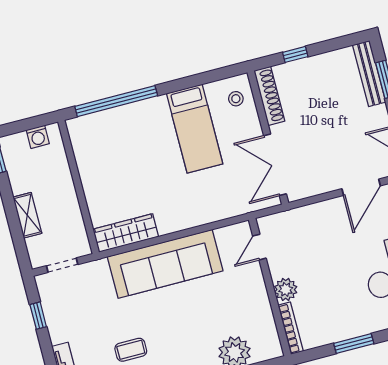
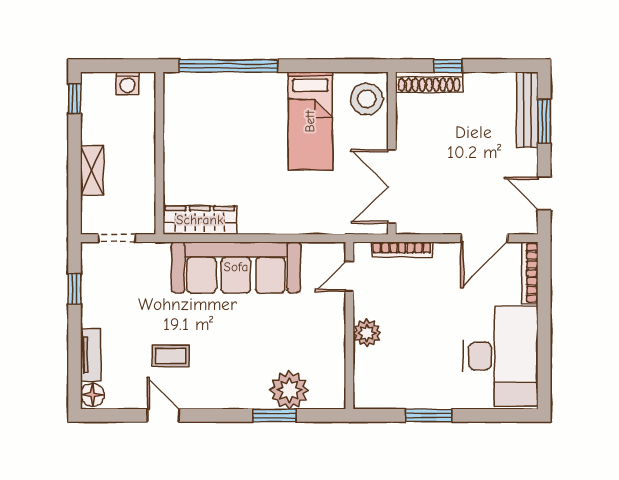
shoe rack: (269, 96) -> (429, 82), moved, turned 90
stool: (236, 99) -> (367, 99), width x1.89, depth x1.89
bookcase: (291, 328) -> (402, 250), moved, turned 90

